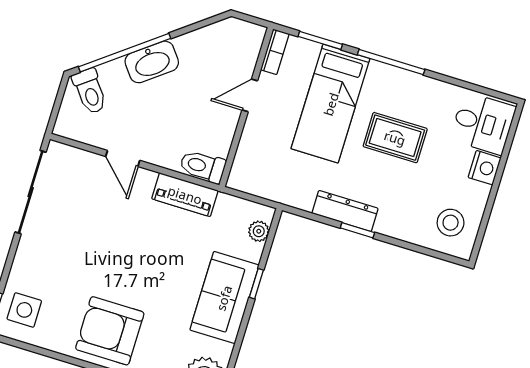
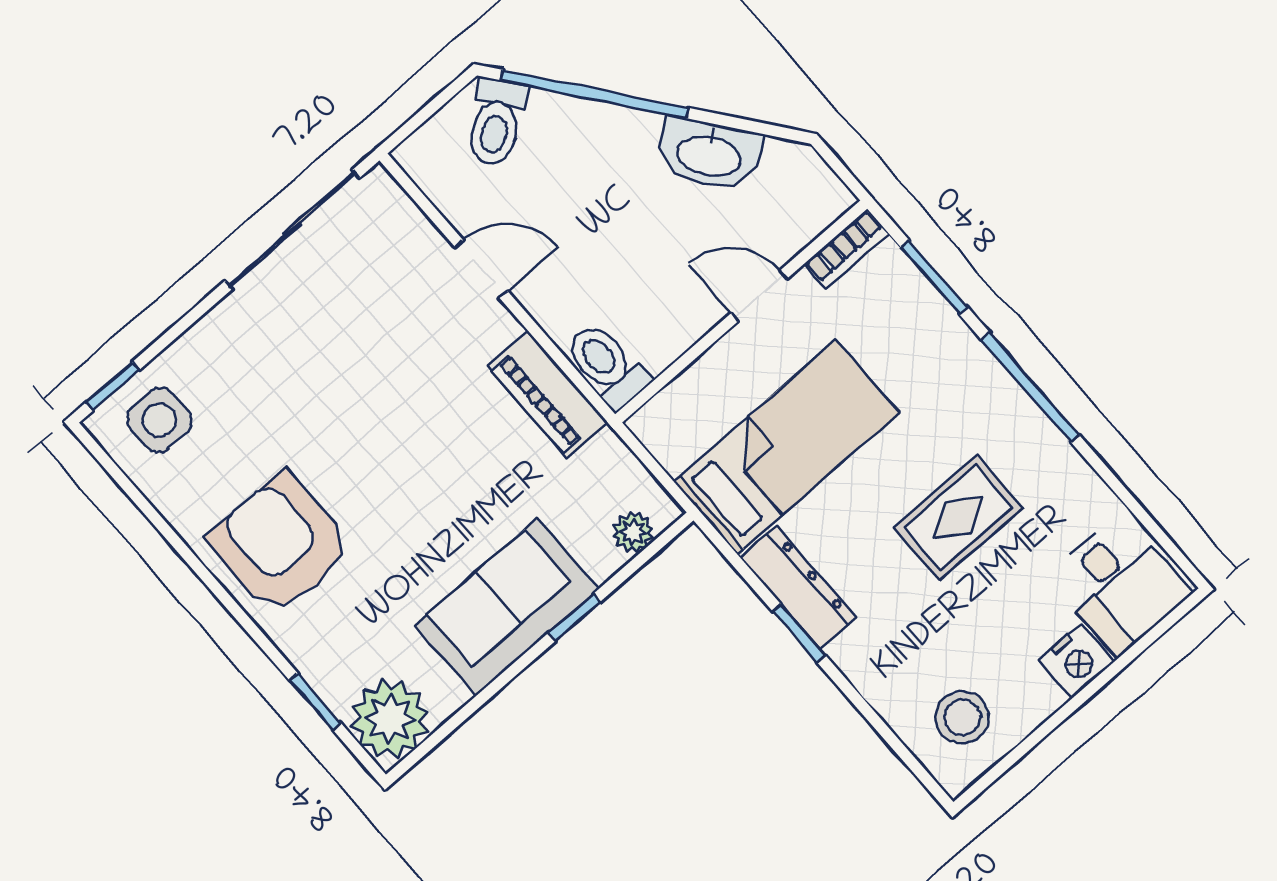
washbasin: (152, 62) -> (709, 154), moved
bed: (331, 104) -> (786, 447), moved, turned 180
rug: (395, 138) -> (958, 518), turned 90
door: (123, 158) -> (481, 269), swing flipped

